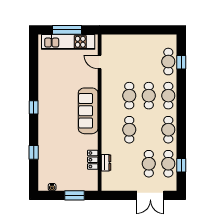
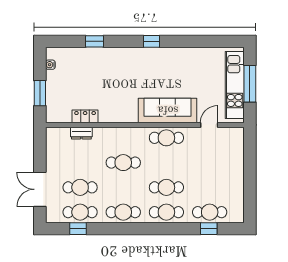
cafe table: (129, 96) -> (166, 138), moved
sofa: (88, 111) -> (168, 110), moved

